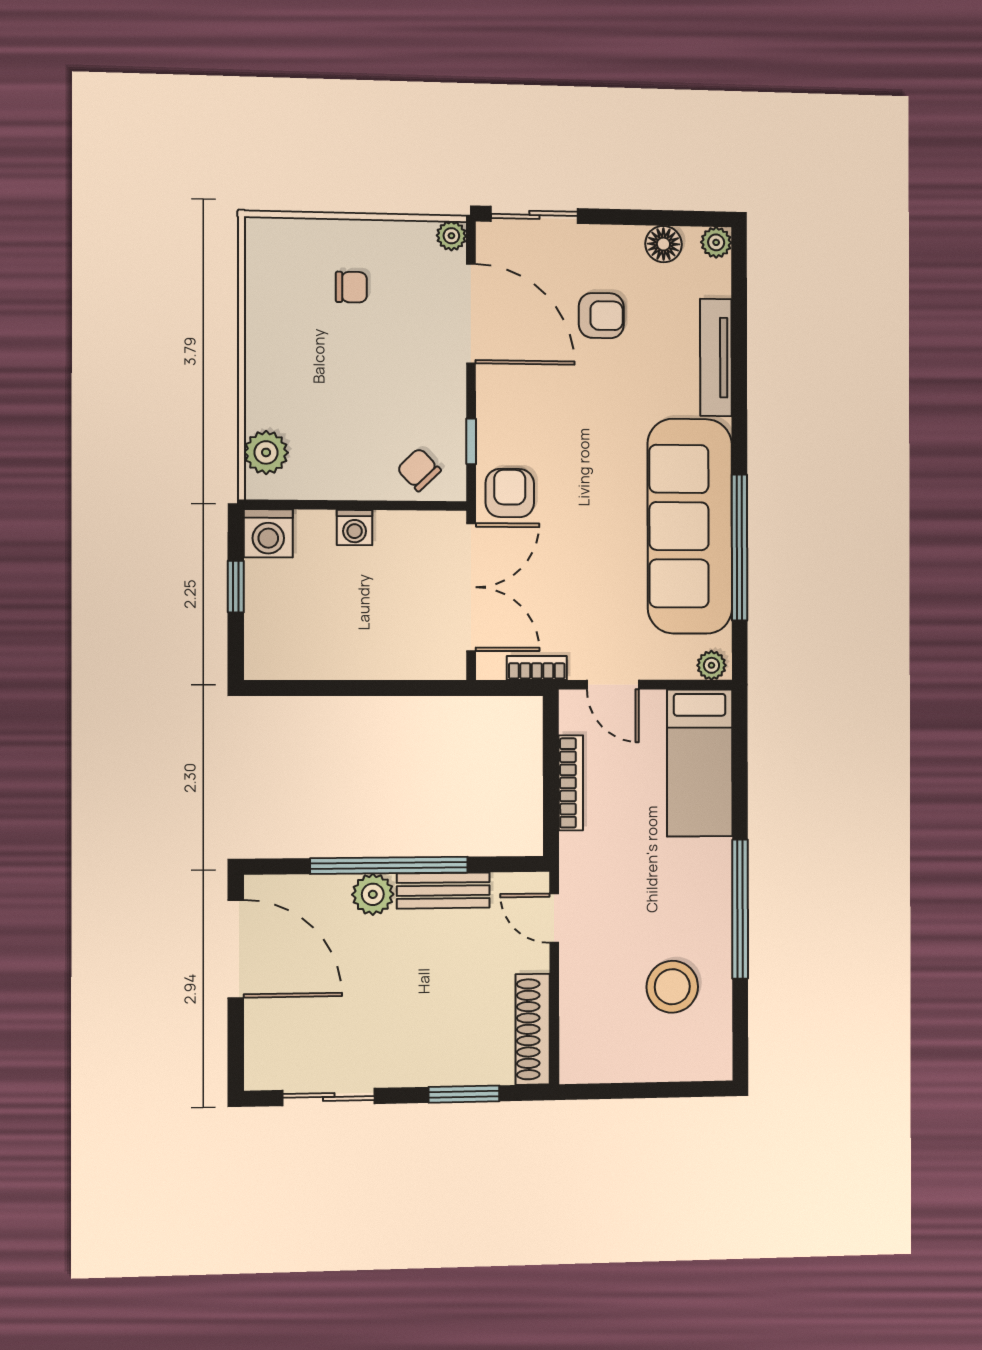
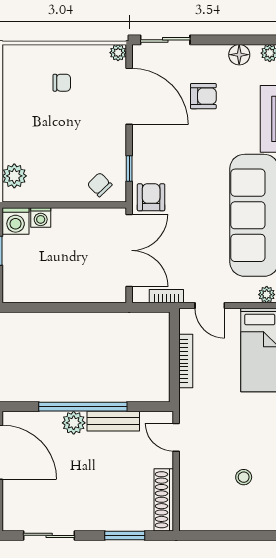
washing machine: (355, 528) -> (41, 217), moved
stool: (672, 987) -> (244, 477), width x0.53, depth x0.53

